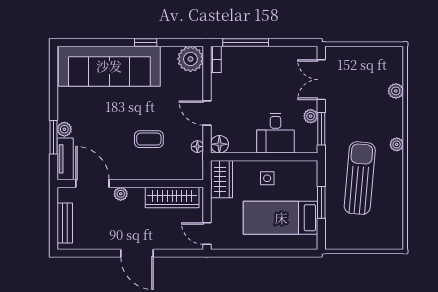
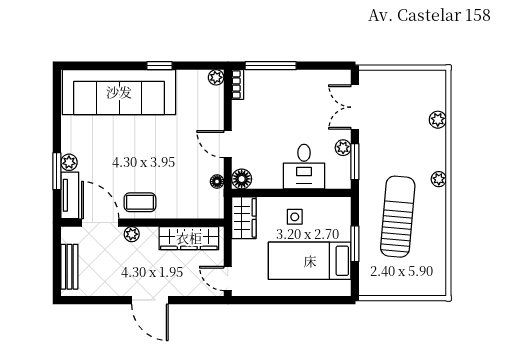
plant: (190, 59) -> (216, 77), width x0.53, depth x0.53
coffee table: (149, 139) -> (140, 202), moved

